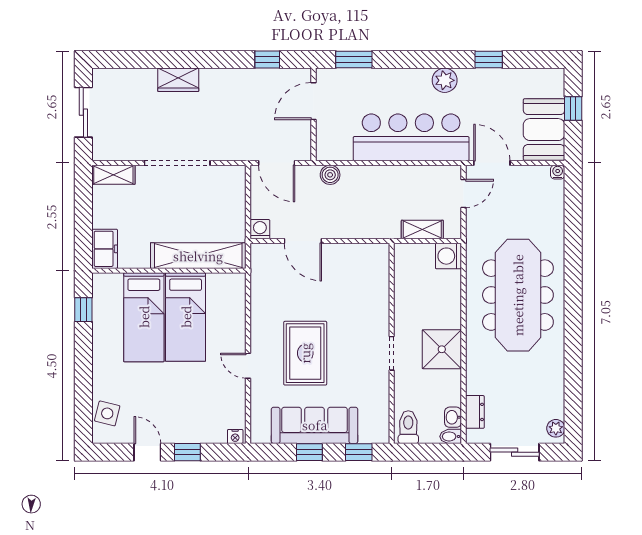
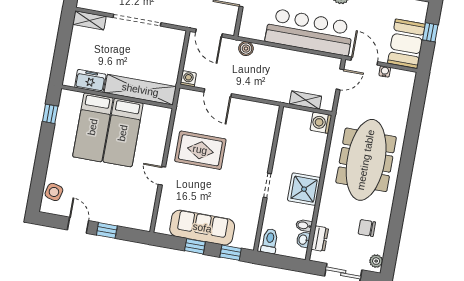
water cooler: (558, 172) -> (385, 72), moved
freezer: (105, 249) -> (90, 81), moved, turned -90
rug: (305, 353) -> (200, 150), moved, turned 90
chair: (535, 386) -> (367, 228), added
bidet: (451, 436) -> (304, 225), moved
nightstand: (235, 437) -> (143, 225), removed

